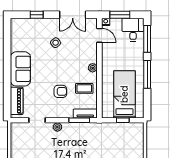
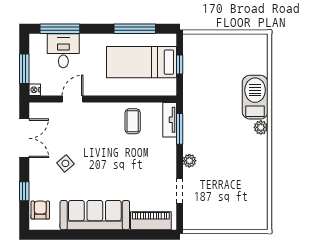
desk: (133, 30) -> (63, 51), moved, turned 90
door: (99, 35) -> (73, 99), moved
plant: (93, 68) -> (102, 109), removed
sofa: (20, 69) -> (95, 215), width x1.36
window: (147, 74) -> (135, 29), moved
armchair: (60, 91) -> (40, 210), moved

